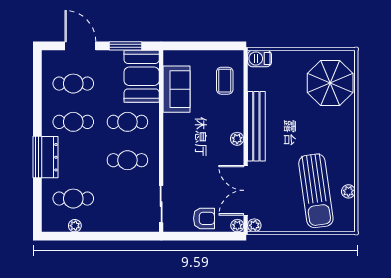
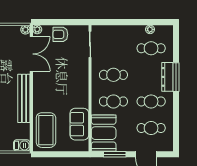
coffee table: (225, 81) -> (46, 130), width x1.86, depth x1.72
plant: (237, 139) -> (37, 90), removed

